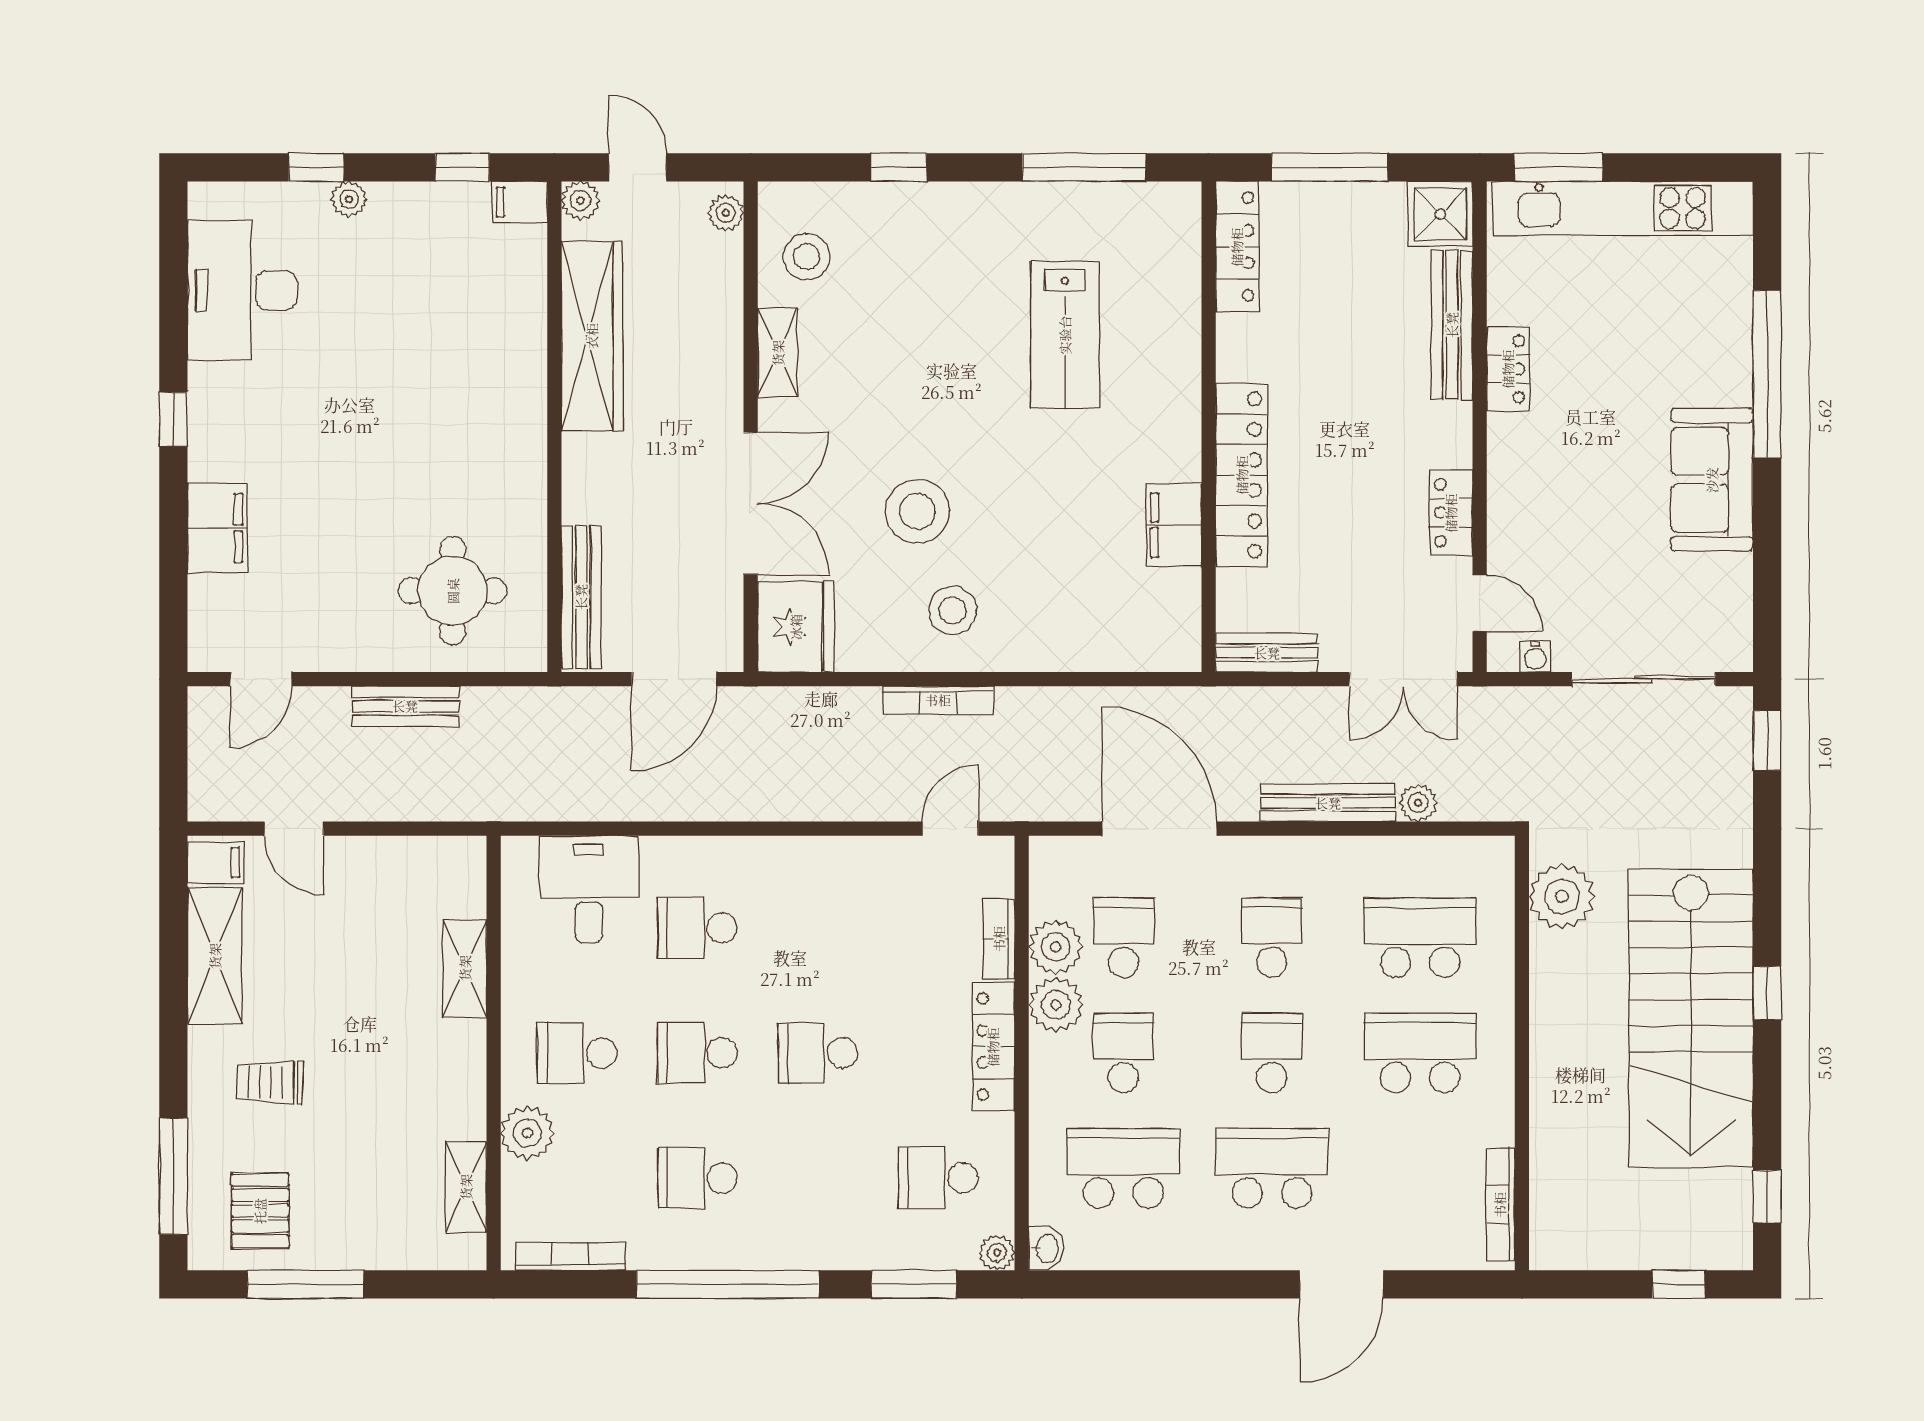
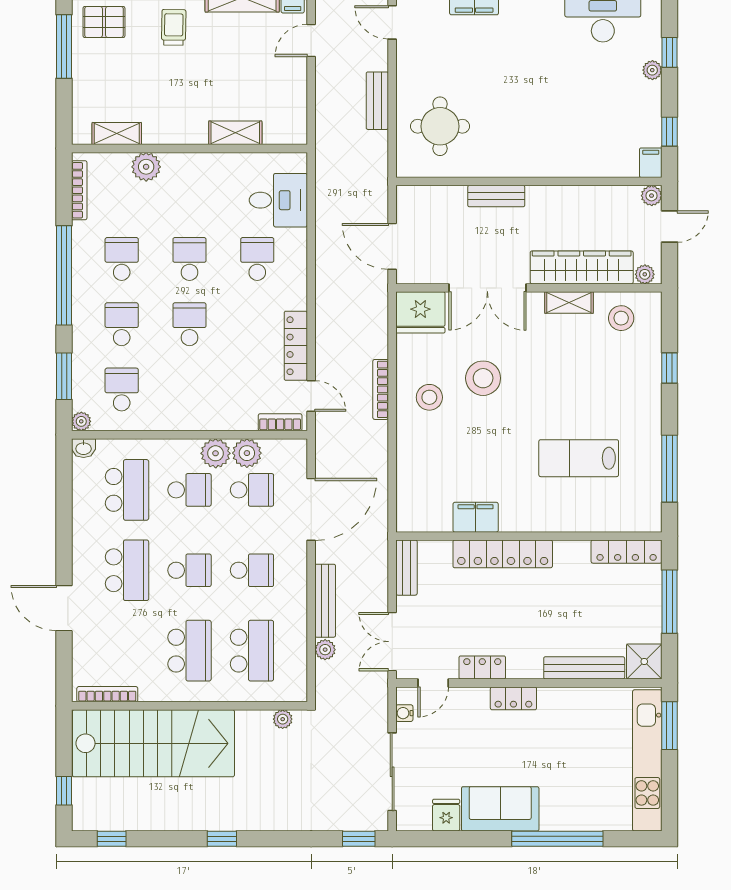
wardrobe: (592, 336) -> (582, 267), moved, turned 180
locker: (1508, 369) -> (513, 698), moved
fridge: (1724, 579) -> (446, 815), added
bench: (581, 597) -> (496, 196), moved, width x0.73
plant: (1562, 896) -> (283, 719), width x0.53, depth x0.53
bookcase: (999, 939) -> (280, 422), moved
stairs: (1691, 1018) -> (153, 743), moved, turned 180
locker: (993, 1047) -> (296, 346), moved, turned -90
school desk: (577, 1053) -> (122, 324), moved

